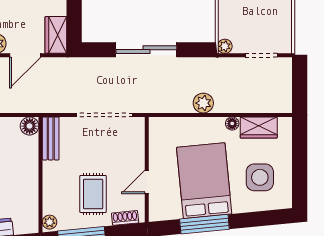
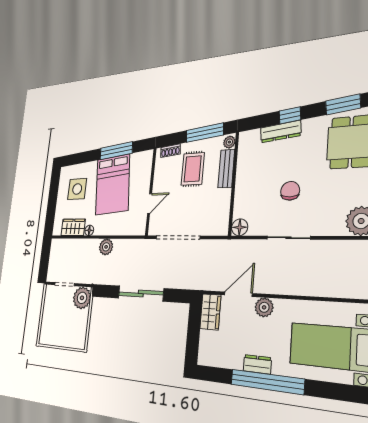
plant: (225, 46) -> (82, 298), width x1.88, depth x1.88
bench: (51, 138) -> (226, 169), moved
door: (147, 182) -> (150, 203), moved

